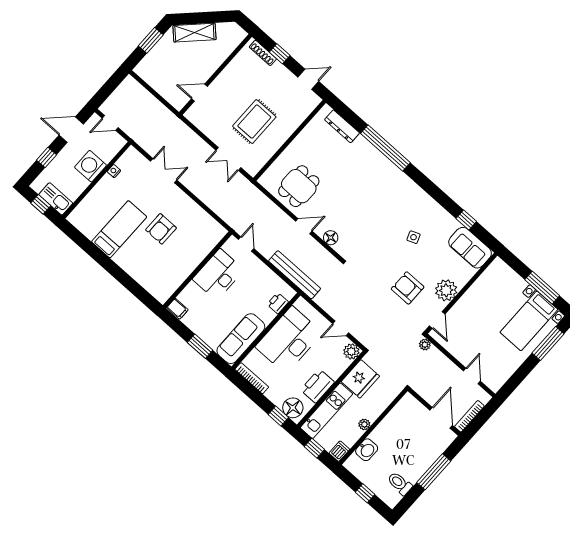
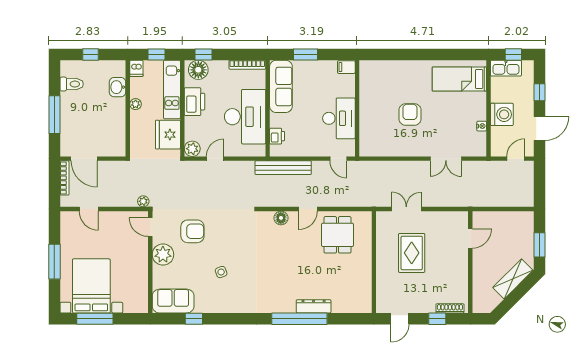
dresser: (342, 126) -> (314, 306), moved
bed: (119, 229) -> (459, 79), moved, turned 90
bed with nightstands: (529, 321) -> (91, 286), width x1.36
window: (548, 343) -> (54, 262), moved

